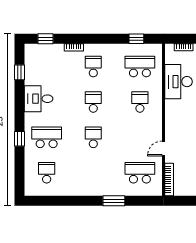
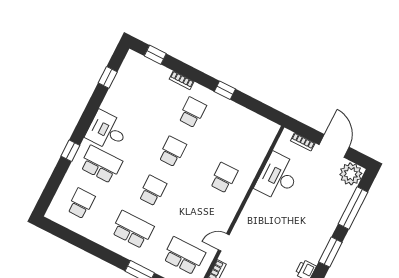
window: (136, 39) -> (225, 90), moved
school desk: (140, 67) -> (133, 230), moved
desk: (39, 99) -> (107, 131), moved

